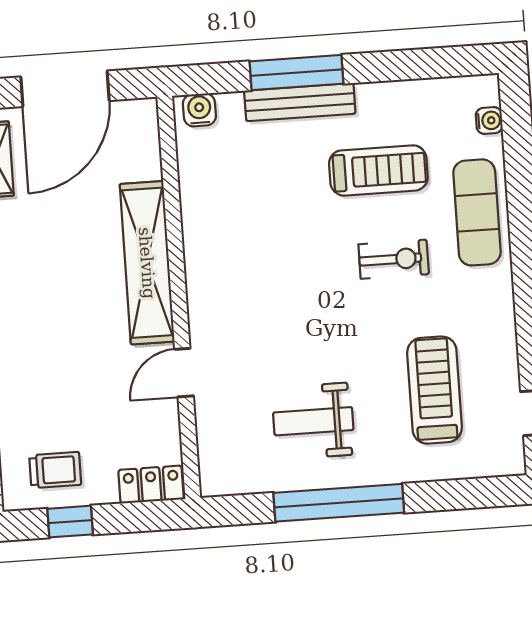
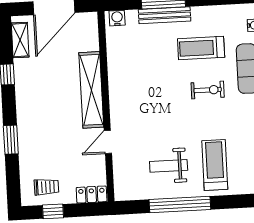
treadmill: (378, 170) -> (201, 48), turned 180
treadmill: (434, 390) -> (215, 165), moved

